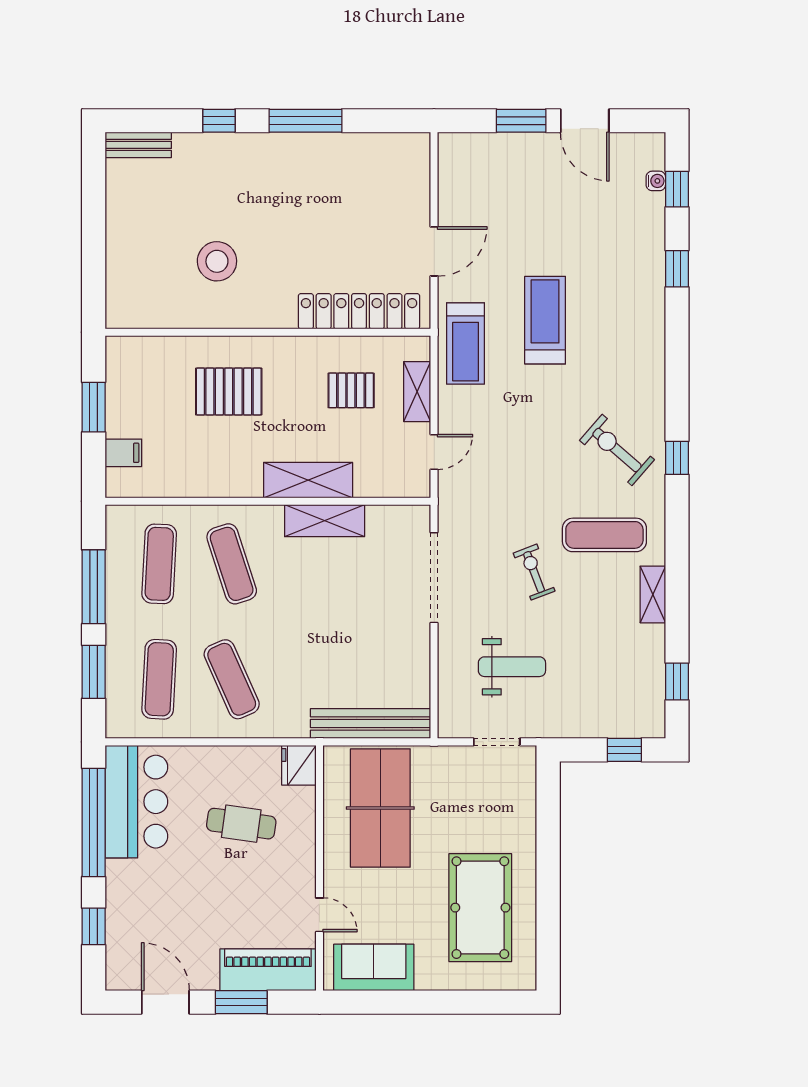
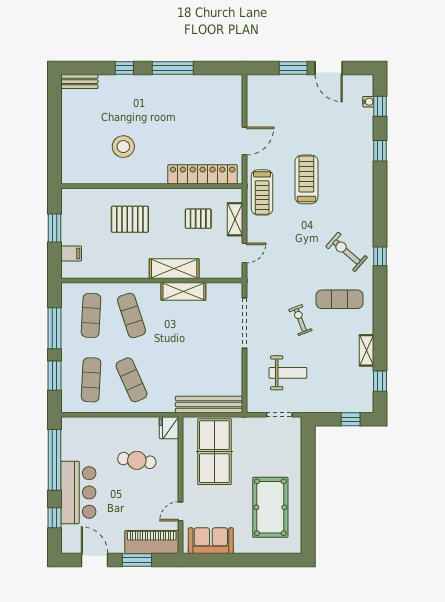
shelving: (653, 594) -> (367, 350), moved
bar counter: (136, 802) -> (78, 492), moved
door: (319, 915) -> (181, 511), swing flipped

